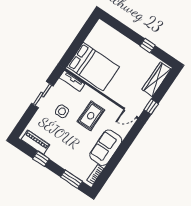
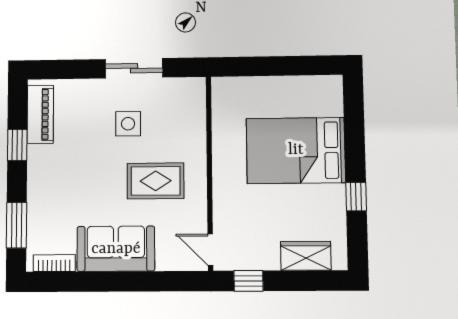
bed: (93, 67) -> (296, 150), moved, turned 90
wardrobe: (156, 79) -> (306, 256), width x0.67
tv unit: (72, 81) -> (196, 104), removed

